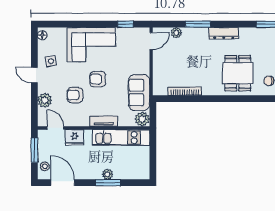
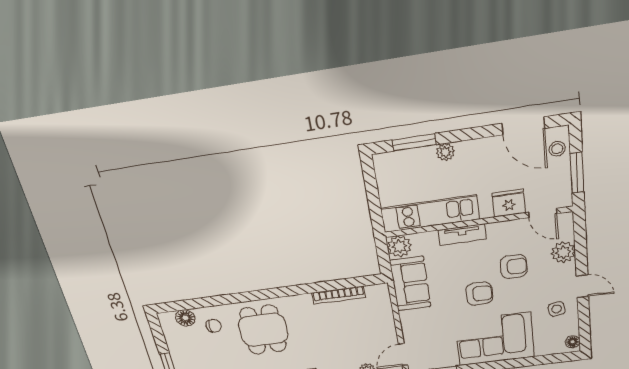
window: (108, 183) -> (414, 142), moved

